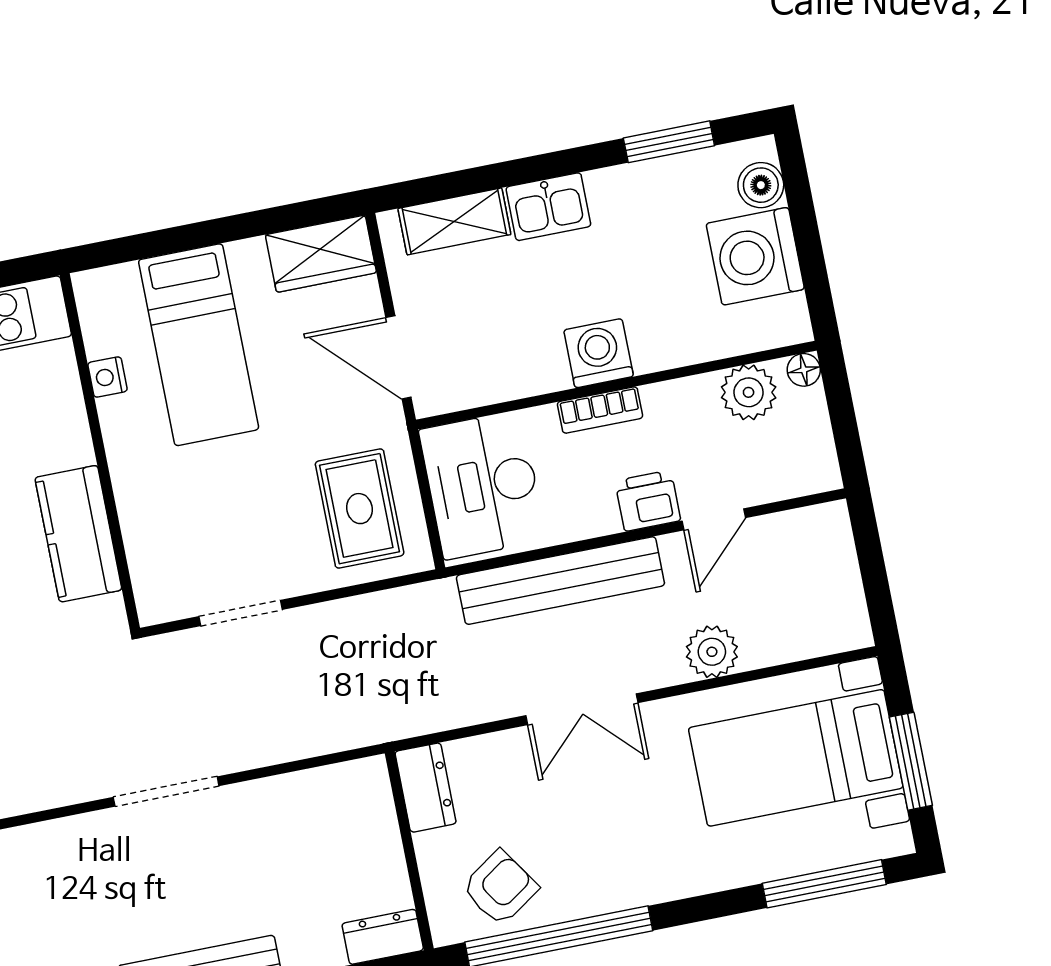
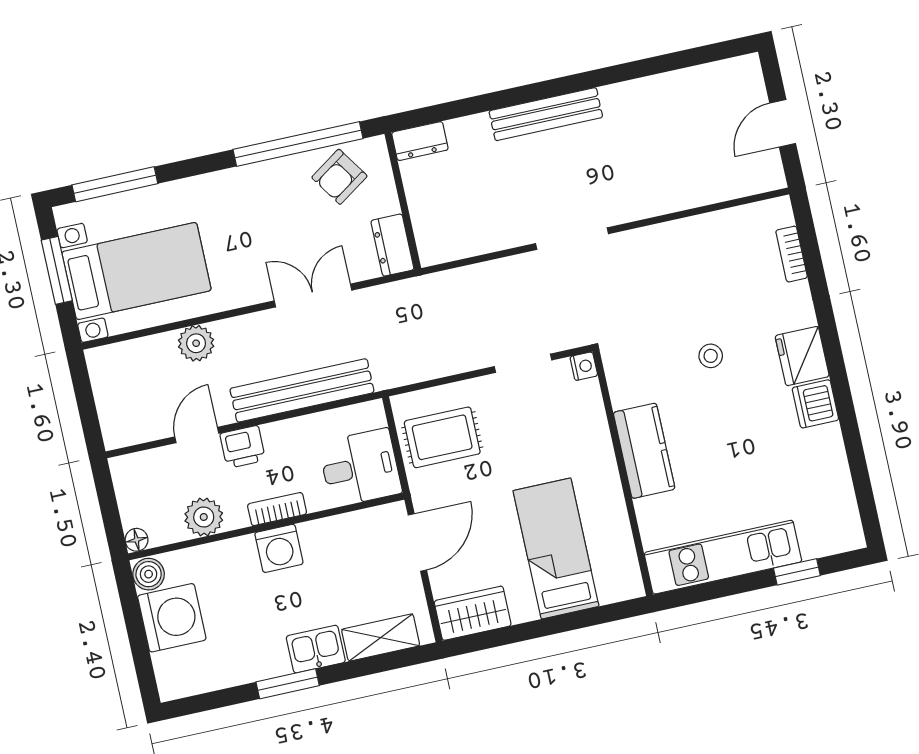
window: (669, 142) -> (288, 684), moved
boiler: (761, 185) -> (149, 574), moved
door: (398, 357) -> (417, 543), hinge flipped
nightstand: (107, 377) -> (584, 366), moved
plant: (749, 392) -> (204, 517), moved
desk: (482, 485) -> (360, 468), width x0.73
rug: (360, 509) -> (442, 437), turned 90
kitchen counter: (78, 534) -> (644, 451), moved
double door: (582, 709) -> (313, 296), moved

